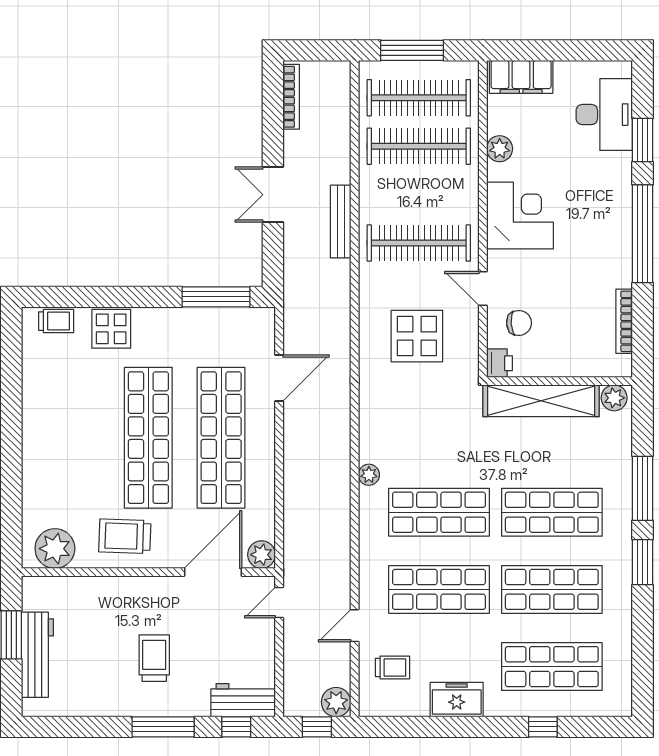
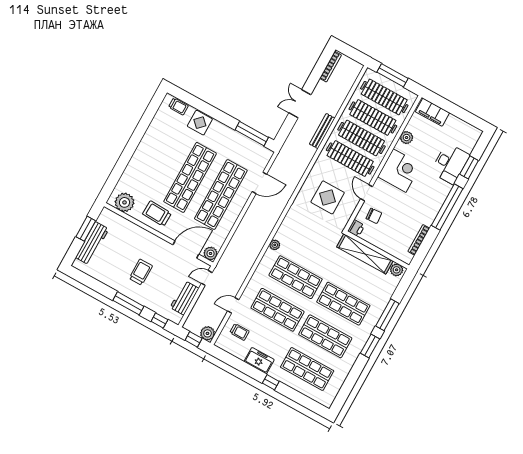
desk: (604, 115) -> (450, 164), moved
clothes rail: (419, 195) -> (362, 138), added
workbench: (243, 700) -> (184, 298), moved, turned -90
window: (543, 727) -> (271, 382), moved

